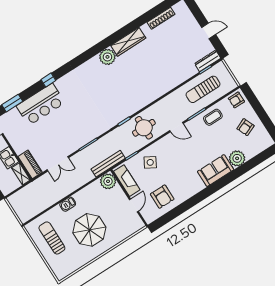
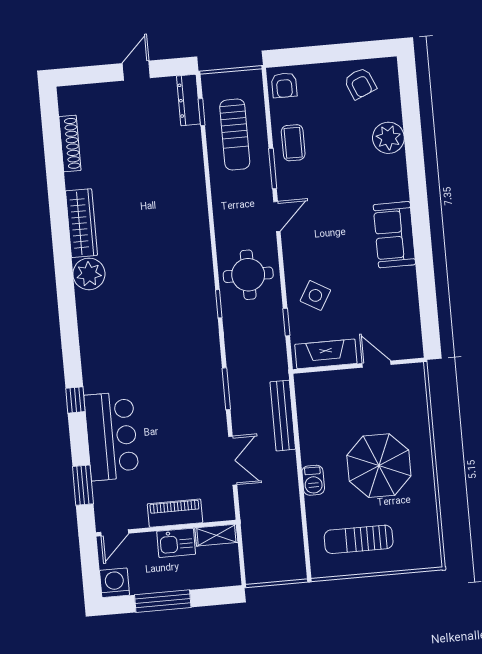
armchair: (245, 127) -> (360, 83), moved
piano: (30, 164) -> (175, 513), moved
bench: (108, 164) -> (283, 416), moved
sofa: (216, 171) -> (394, 235), moved
plant: (108, 181) -> (310, 388), removed
armchair: (162, 197) -> (387, 306), removed

